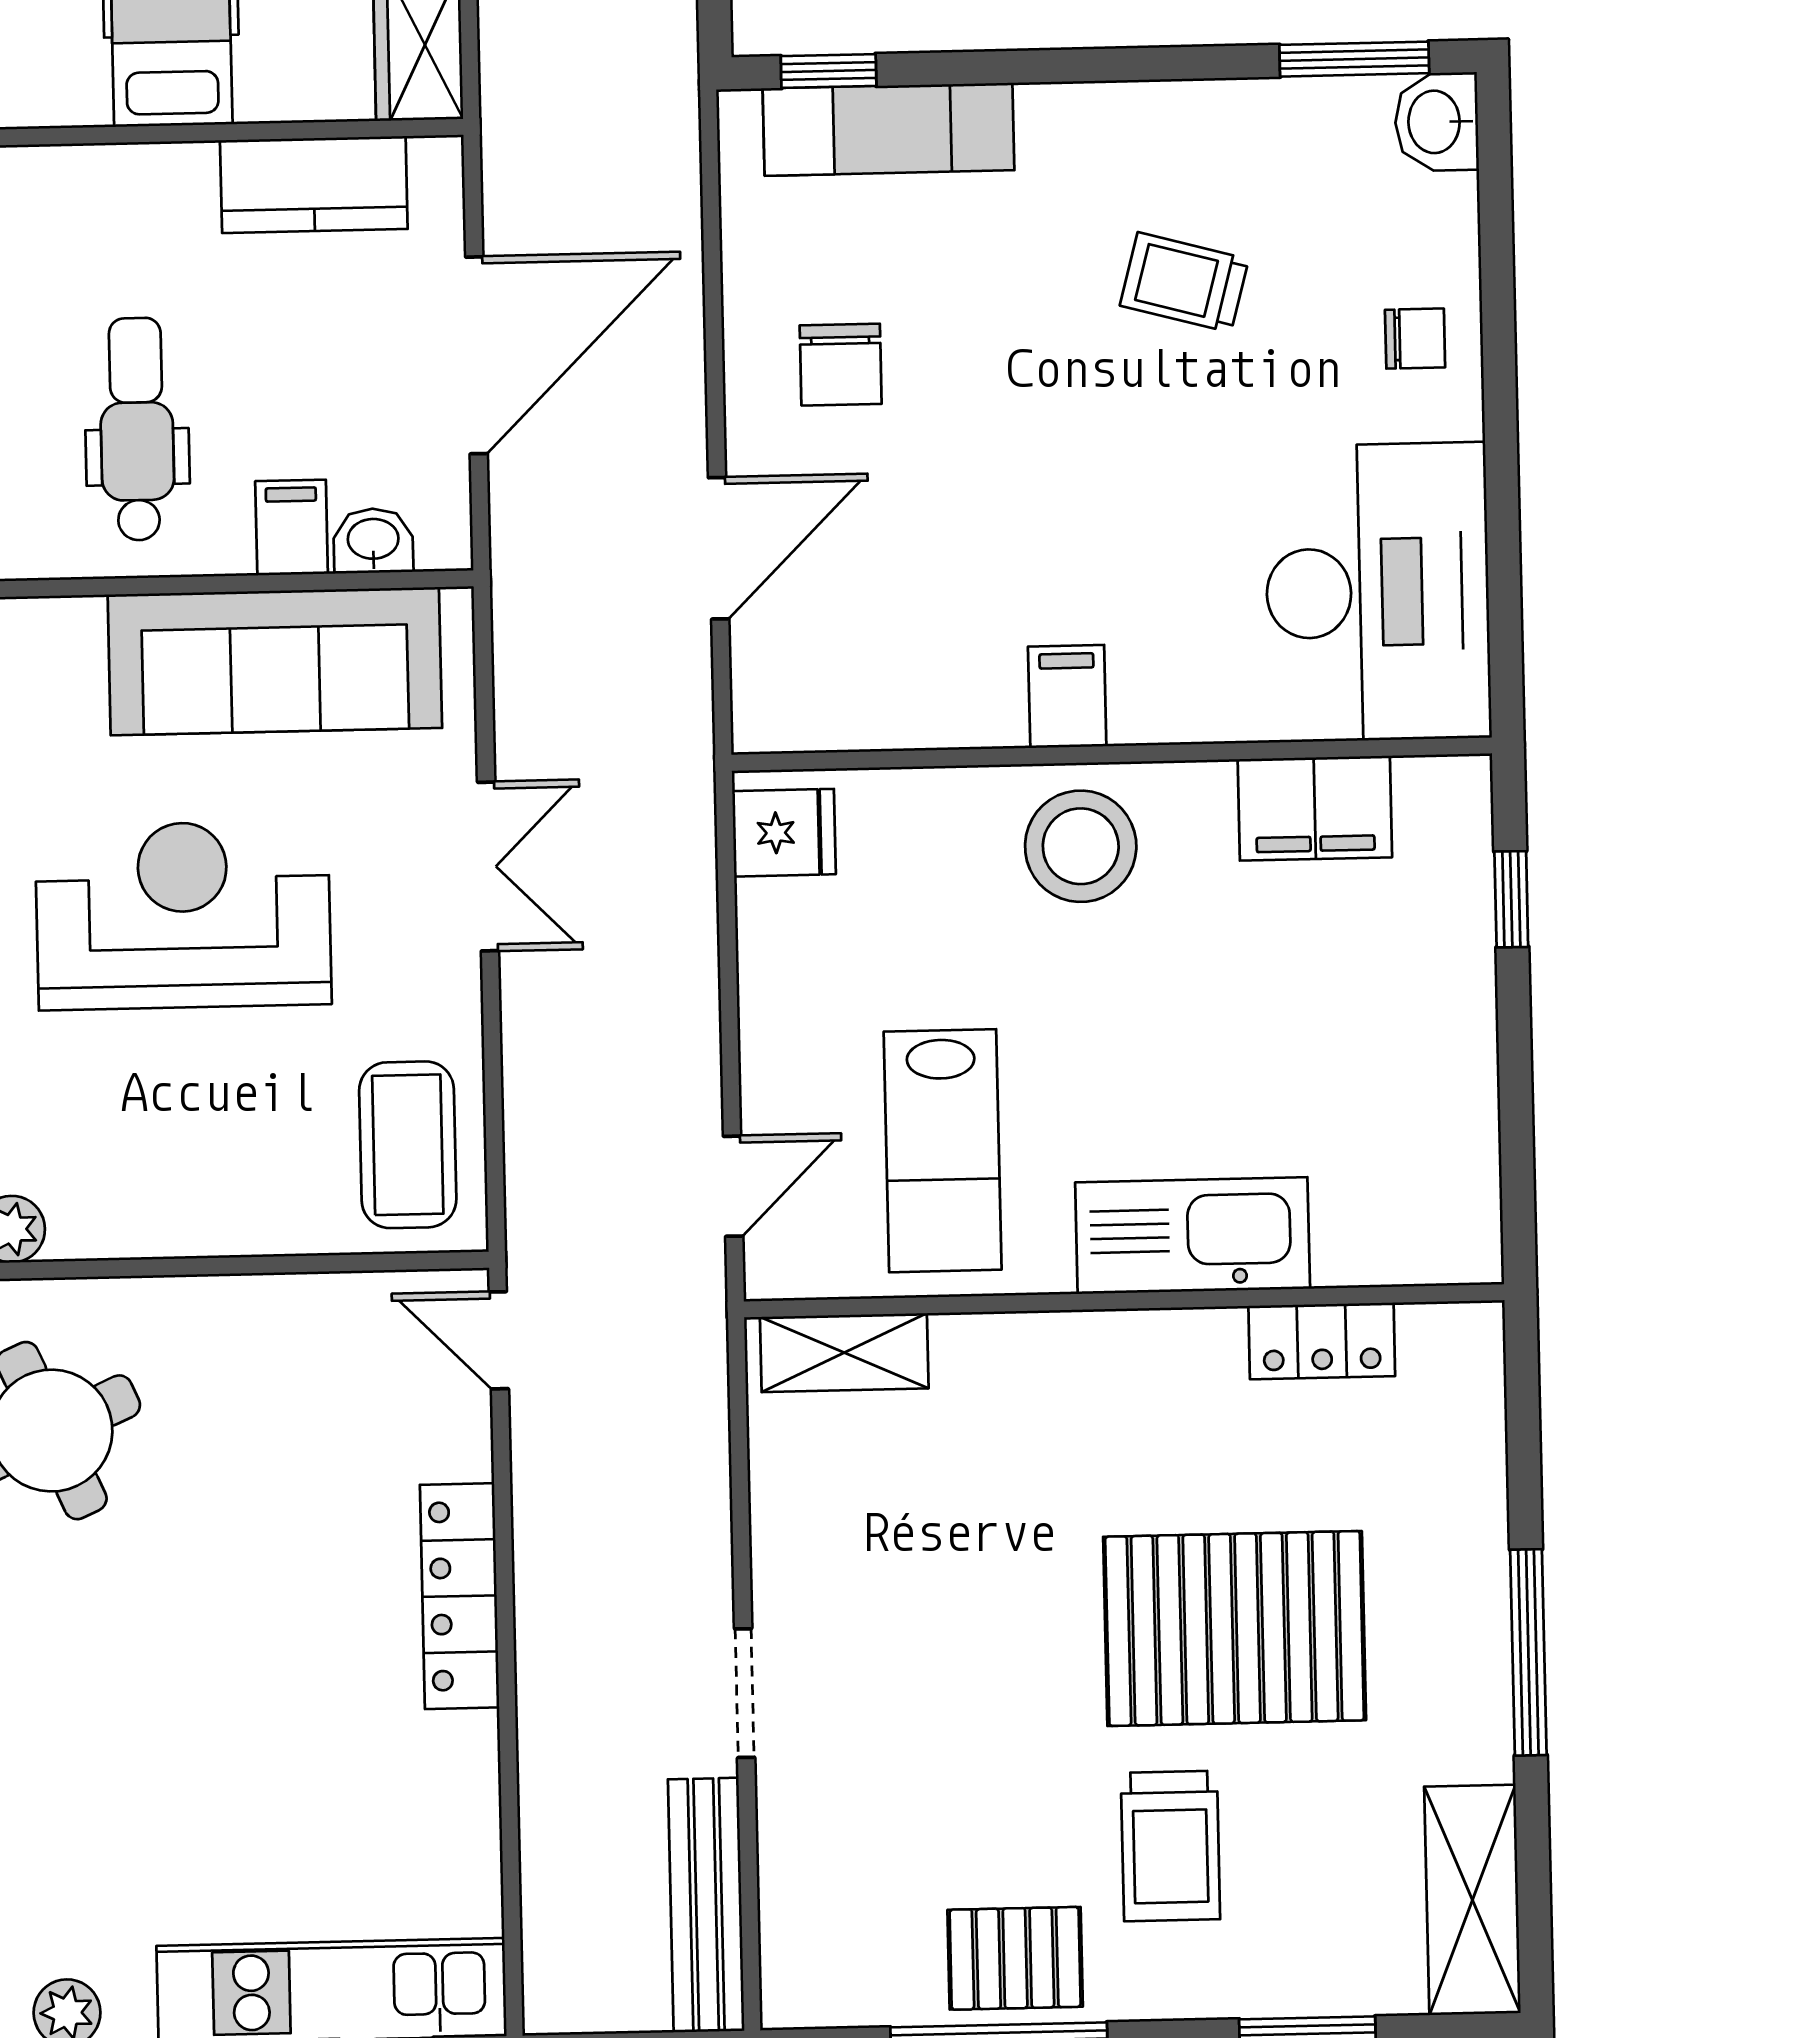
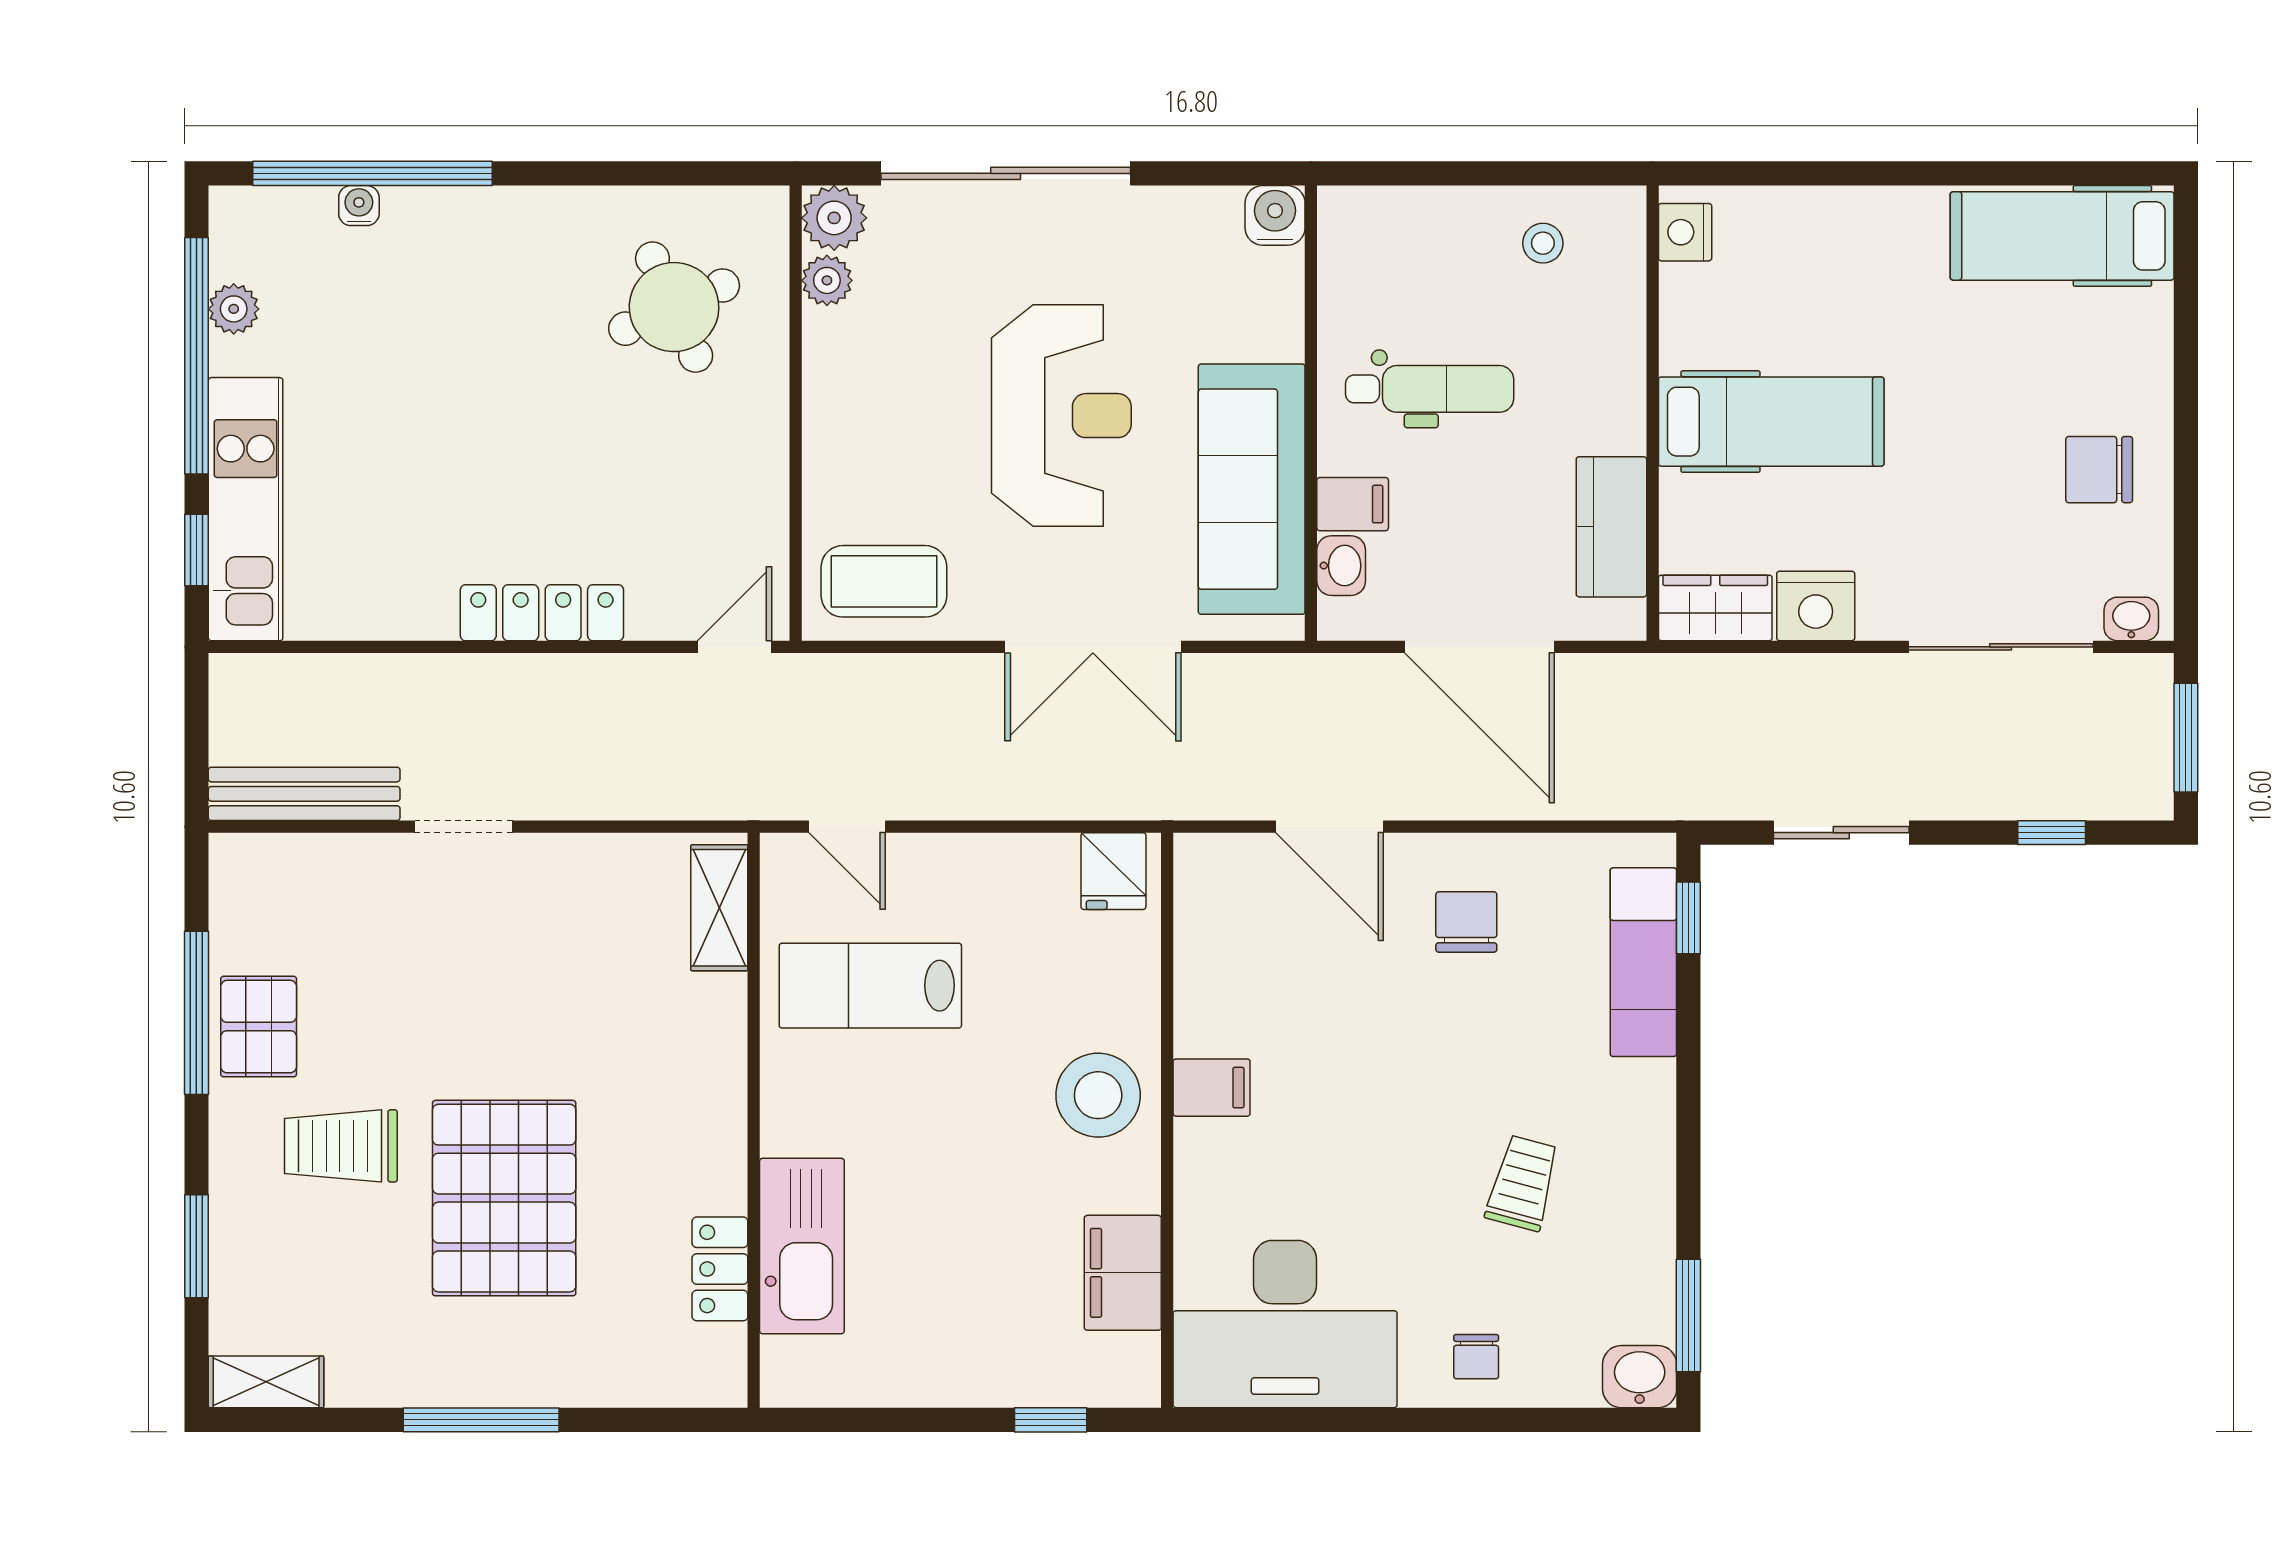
chair: (841, 365) -> (1466, 922), turned 90
double door: (488, 866) -> (1093, 647), width x1.37
kitchen sink: (1193, 1236) -> (802, 1246), moved
shelving: (1472, 1900) -> (266, 1382), width x0.67, depth x0.75

